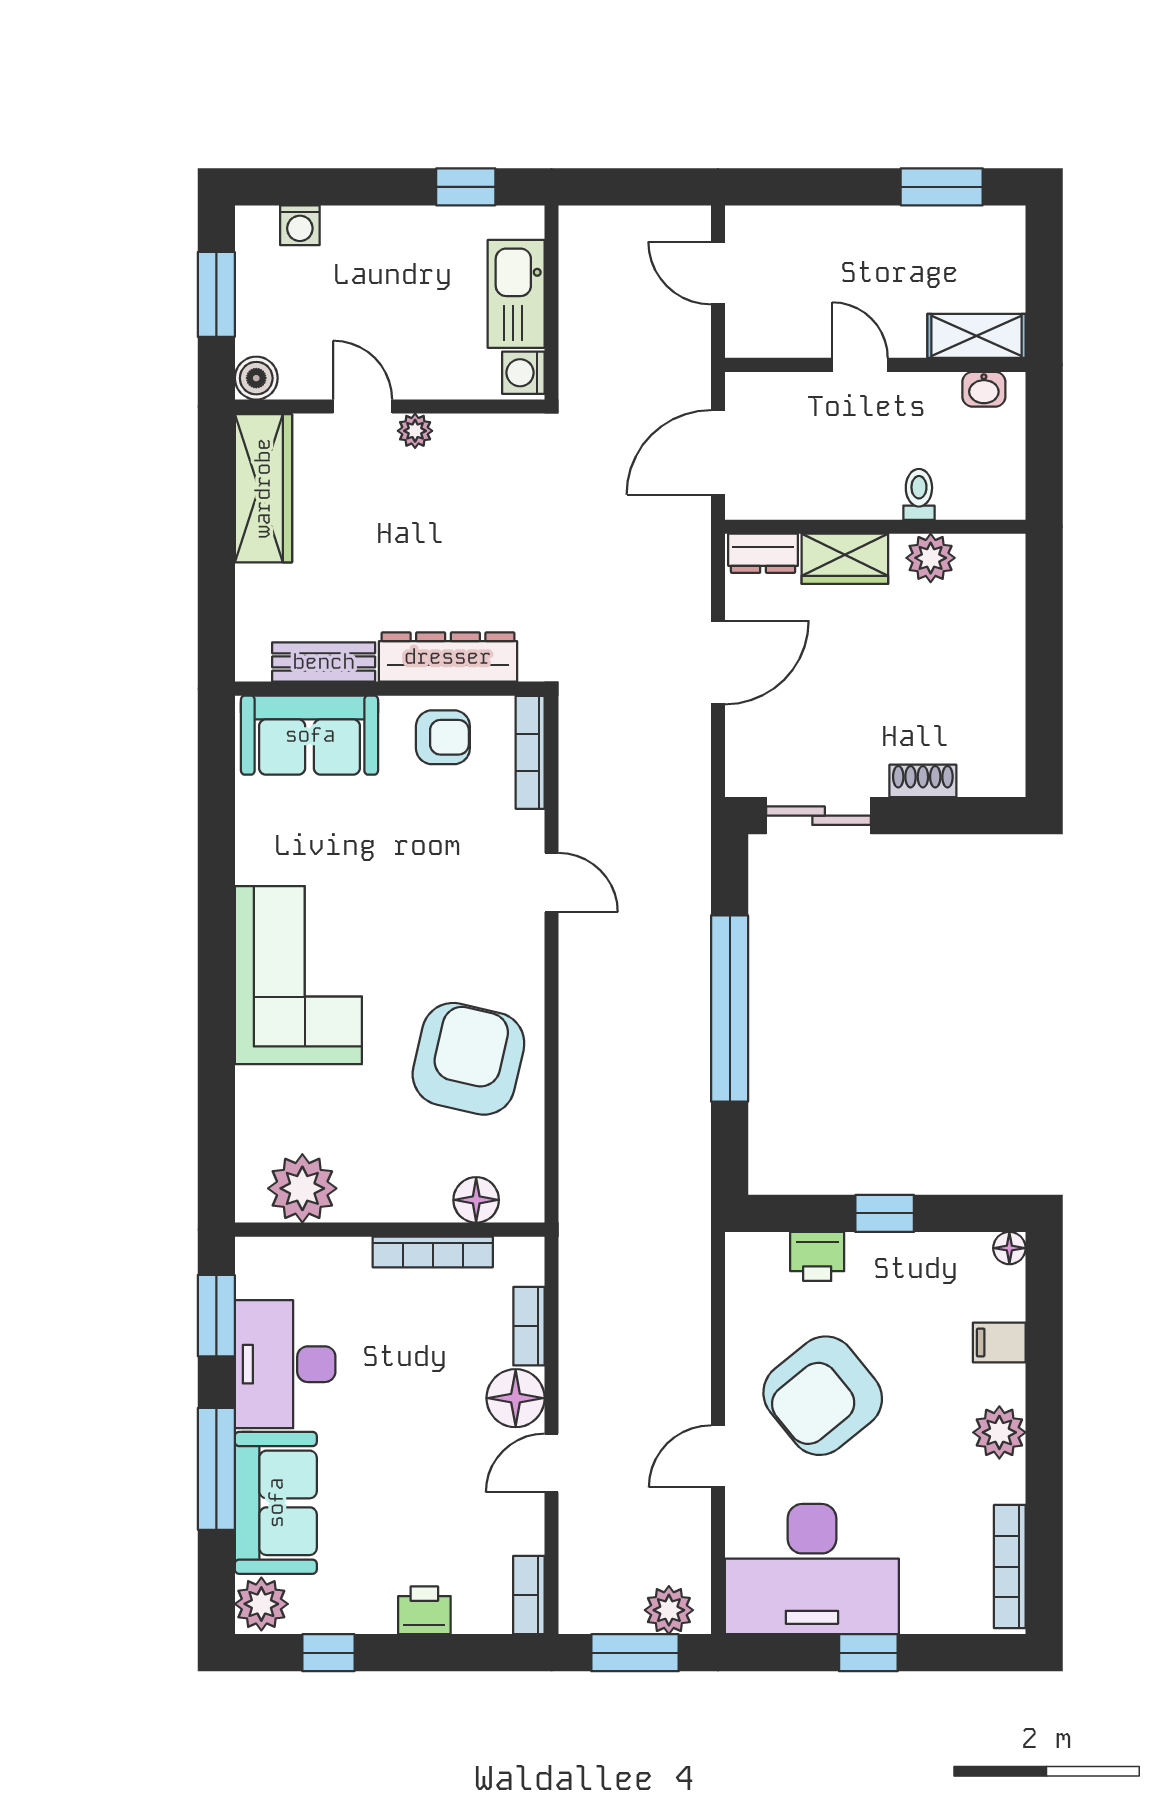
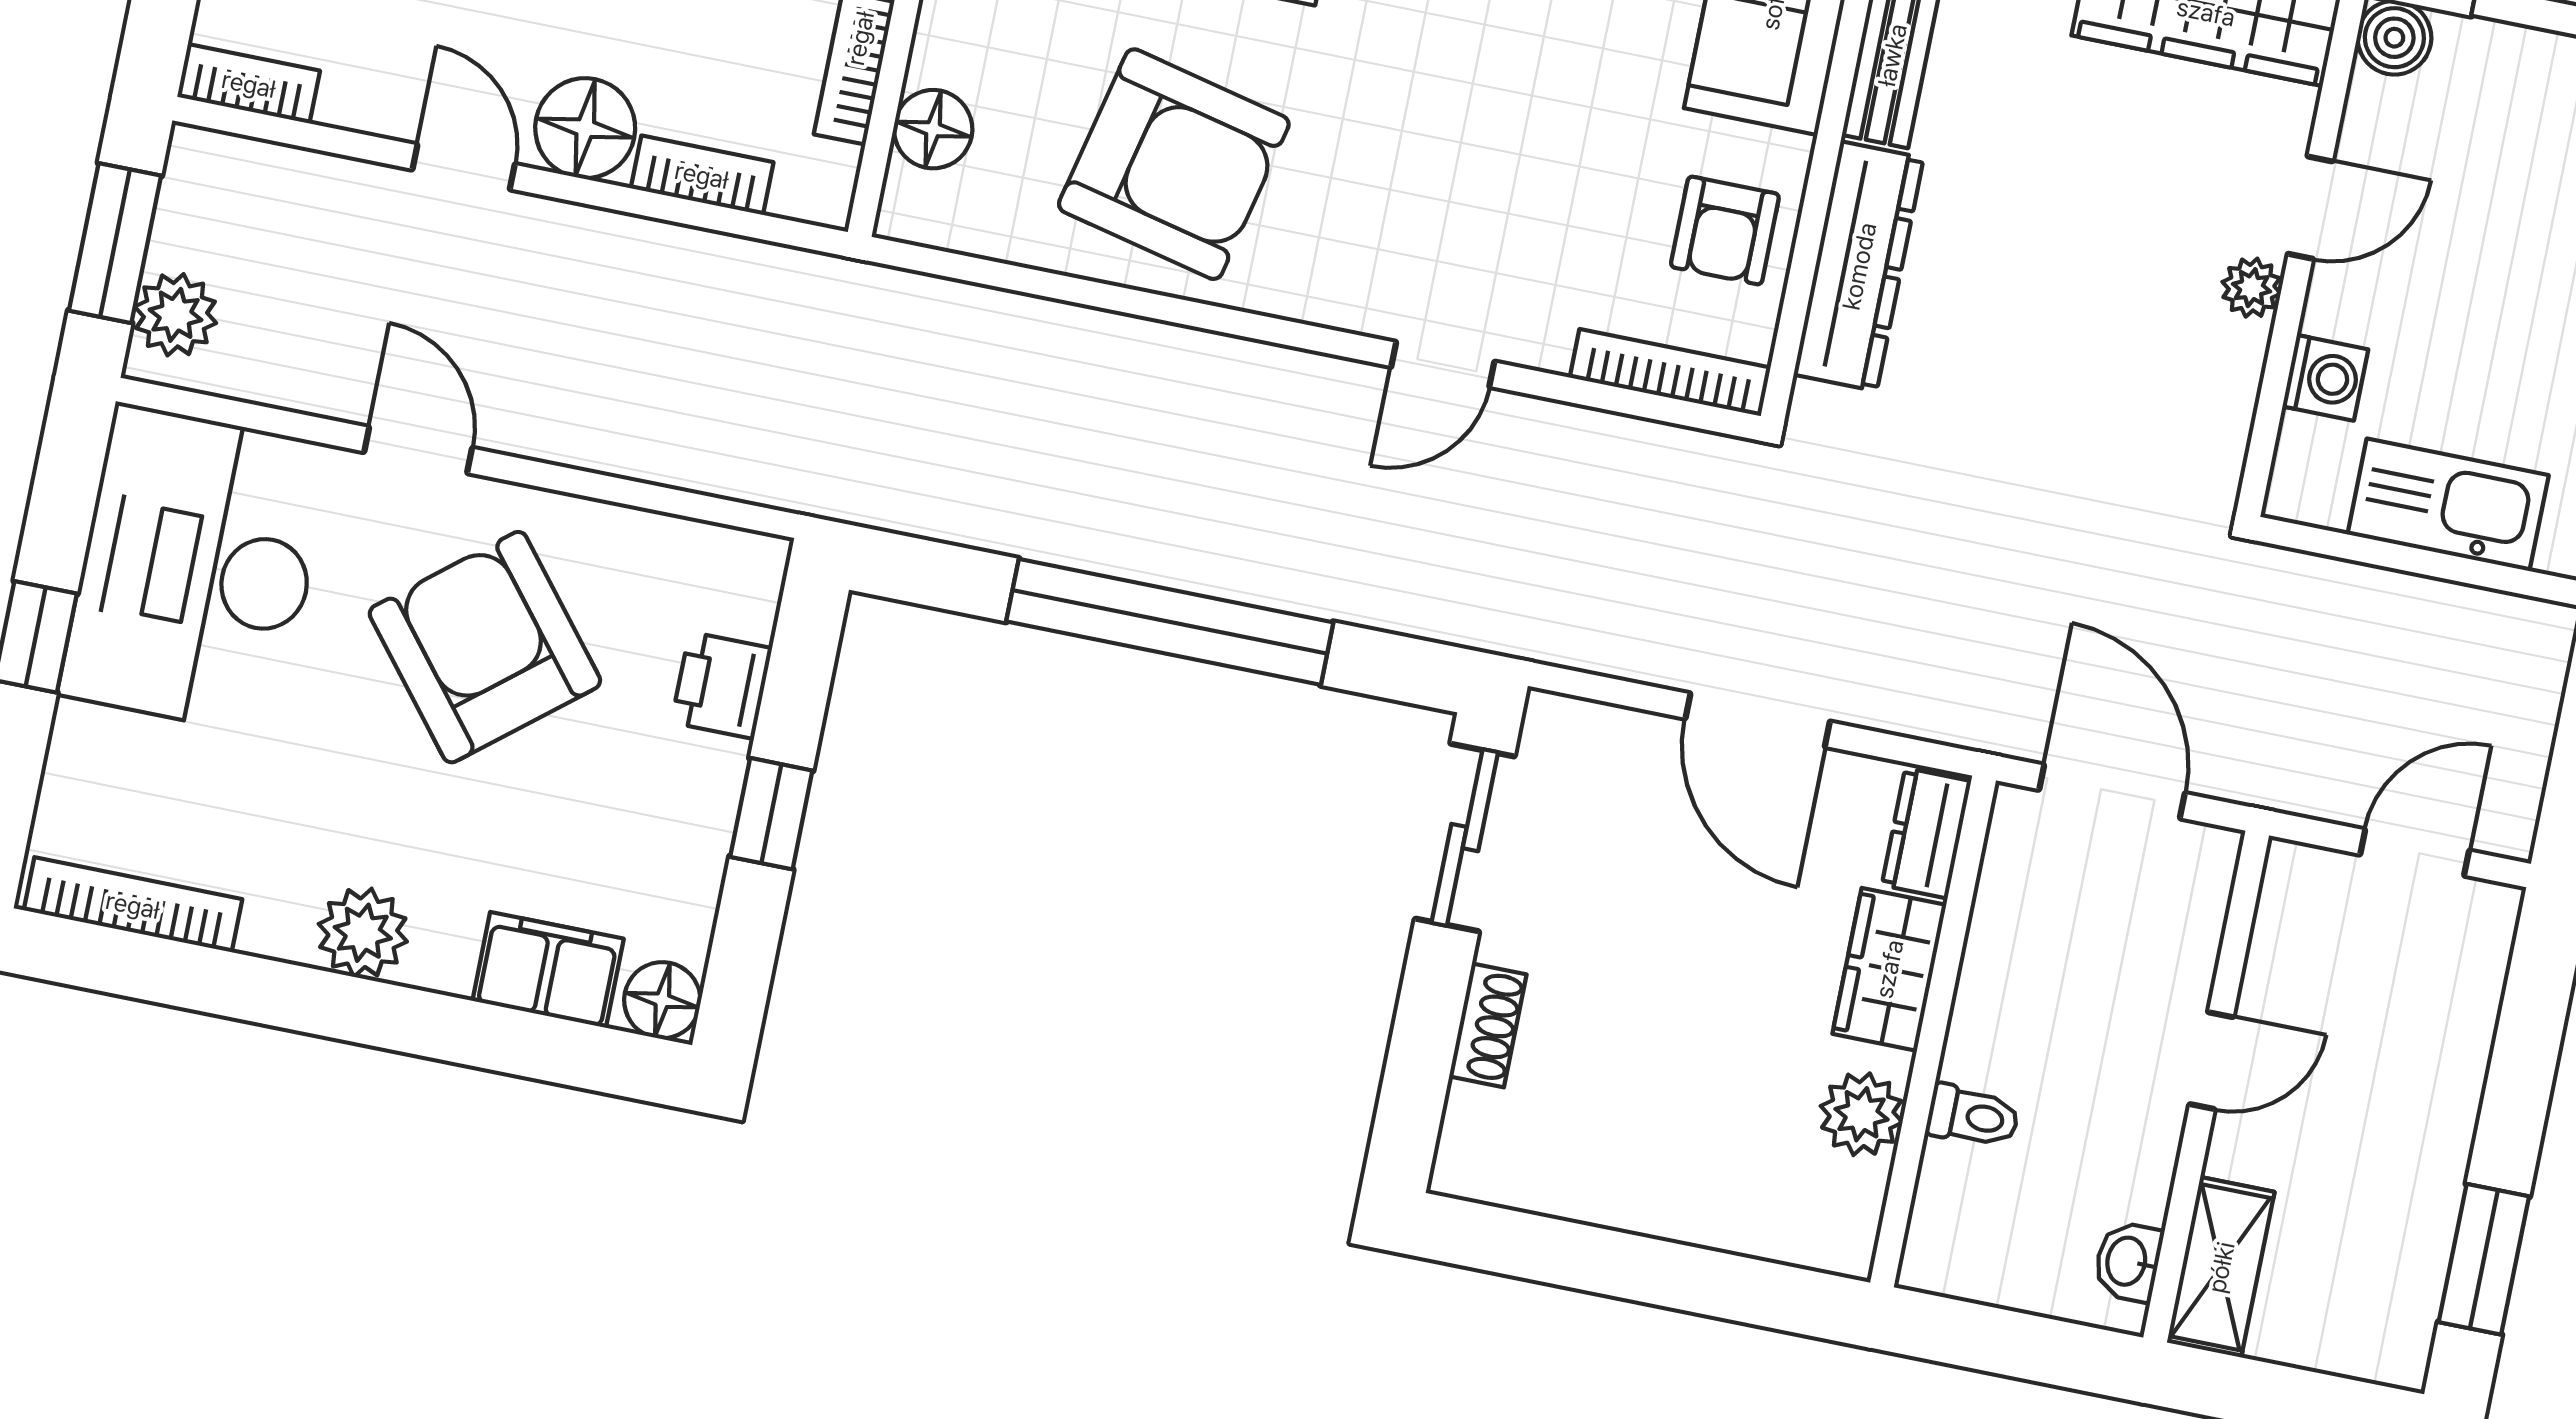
washing machine: (523, 373) -> (2325, 378), moved, turned 90
floor lamp: (1009, 1248) -> (662, 1000), width x1.37, depth x1.37
filing cabinet: (999, 1342) -> (548, 970), width x2.00

